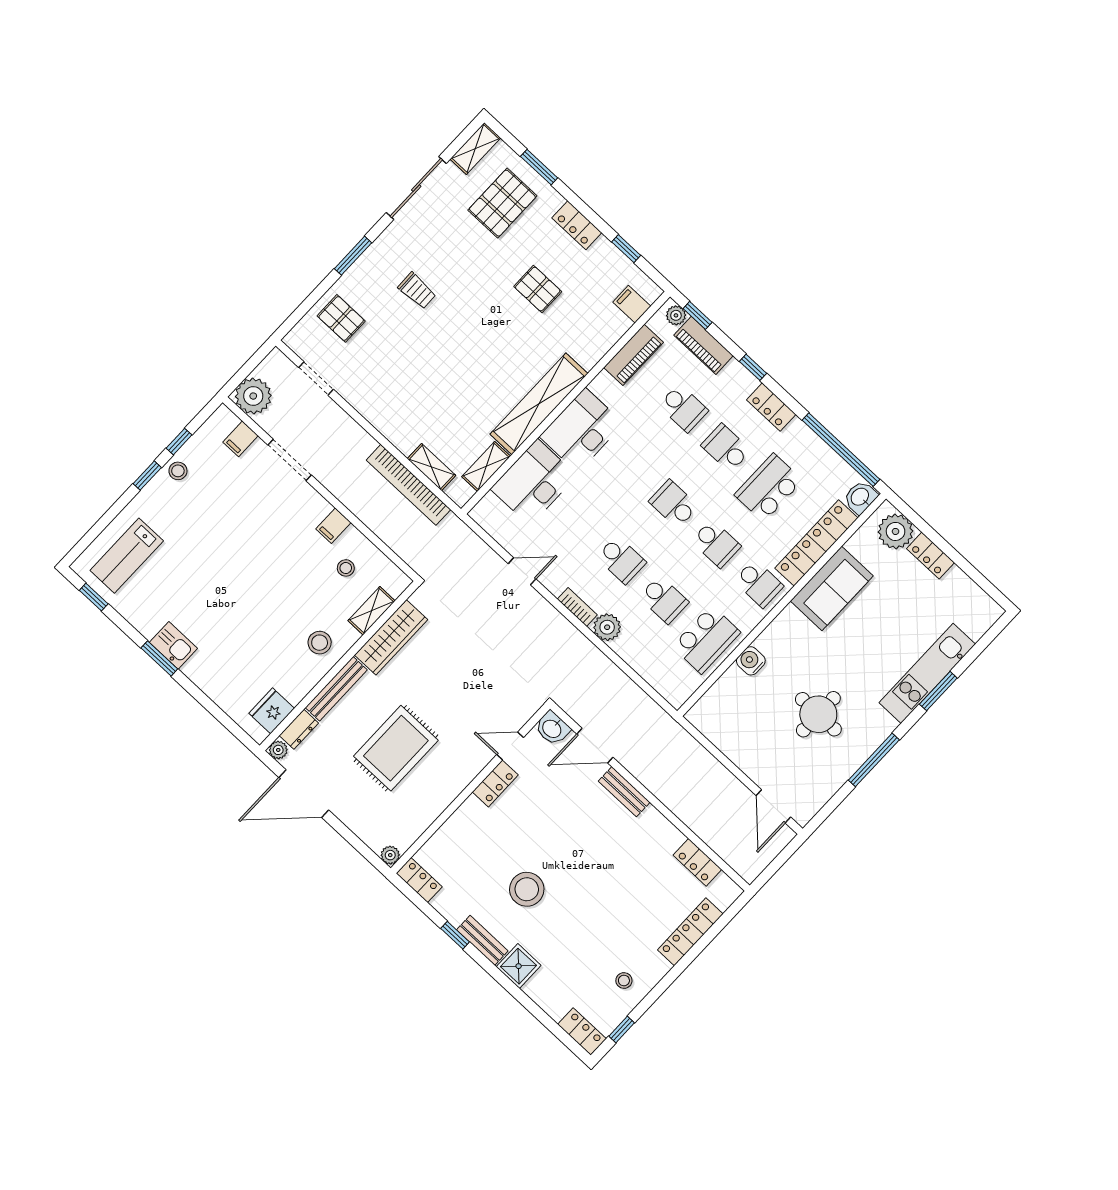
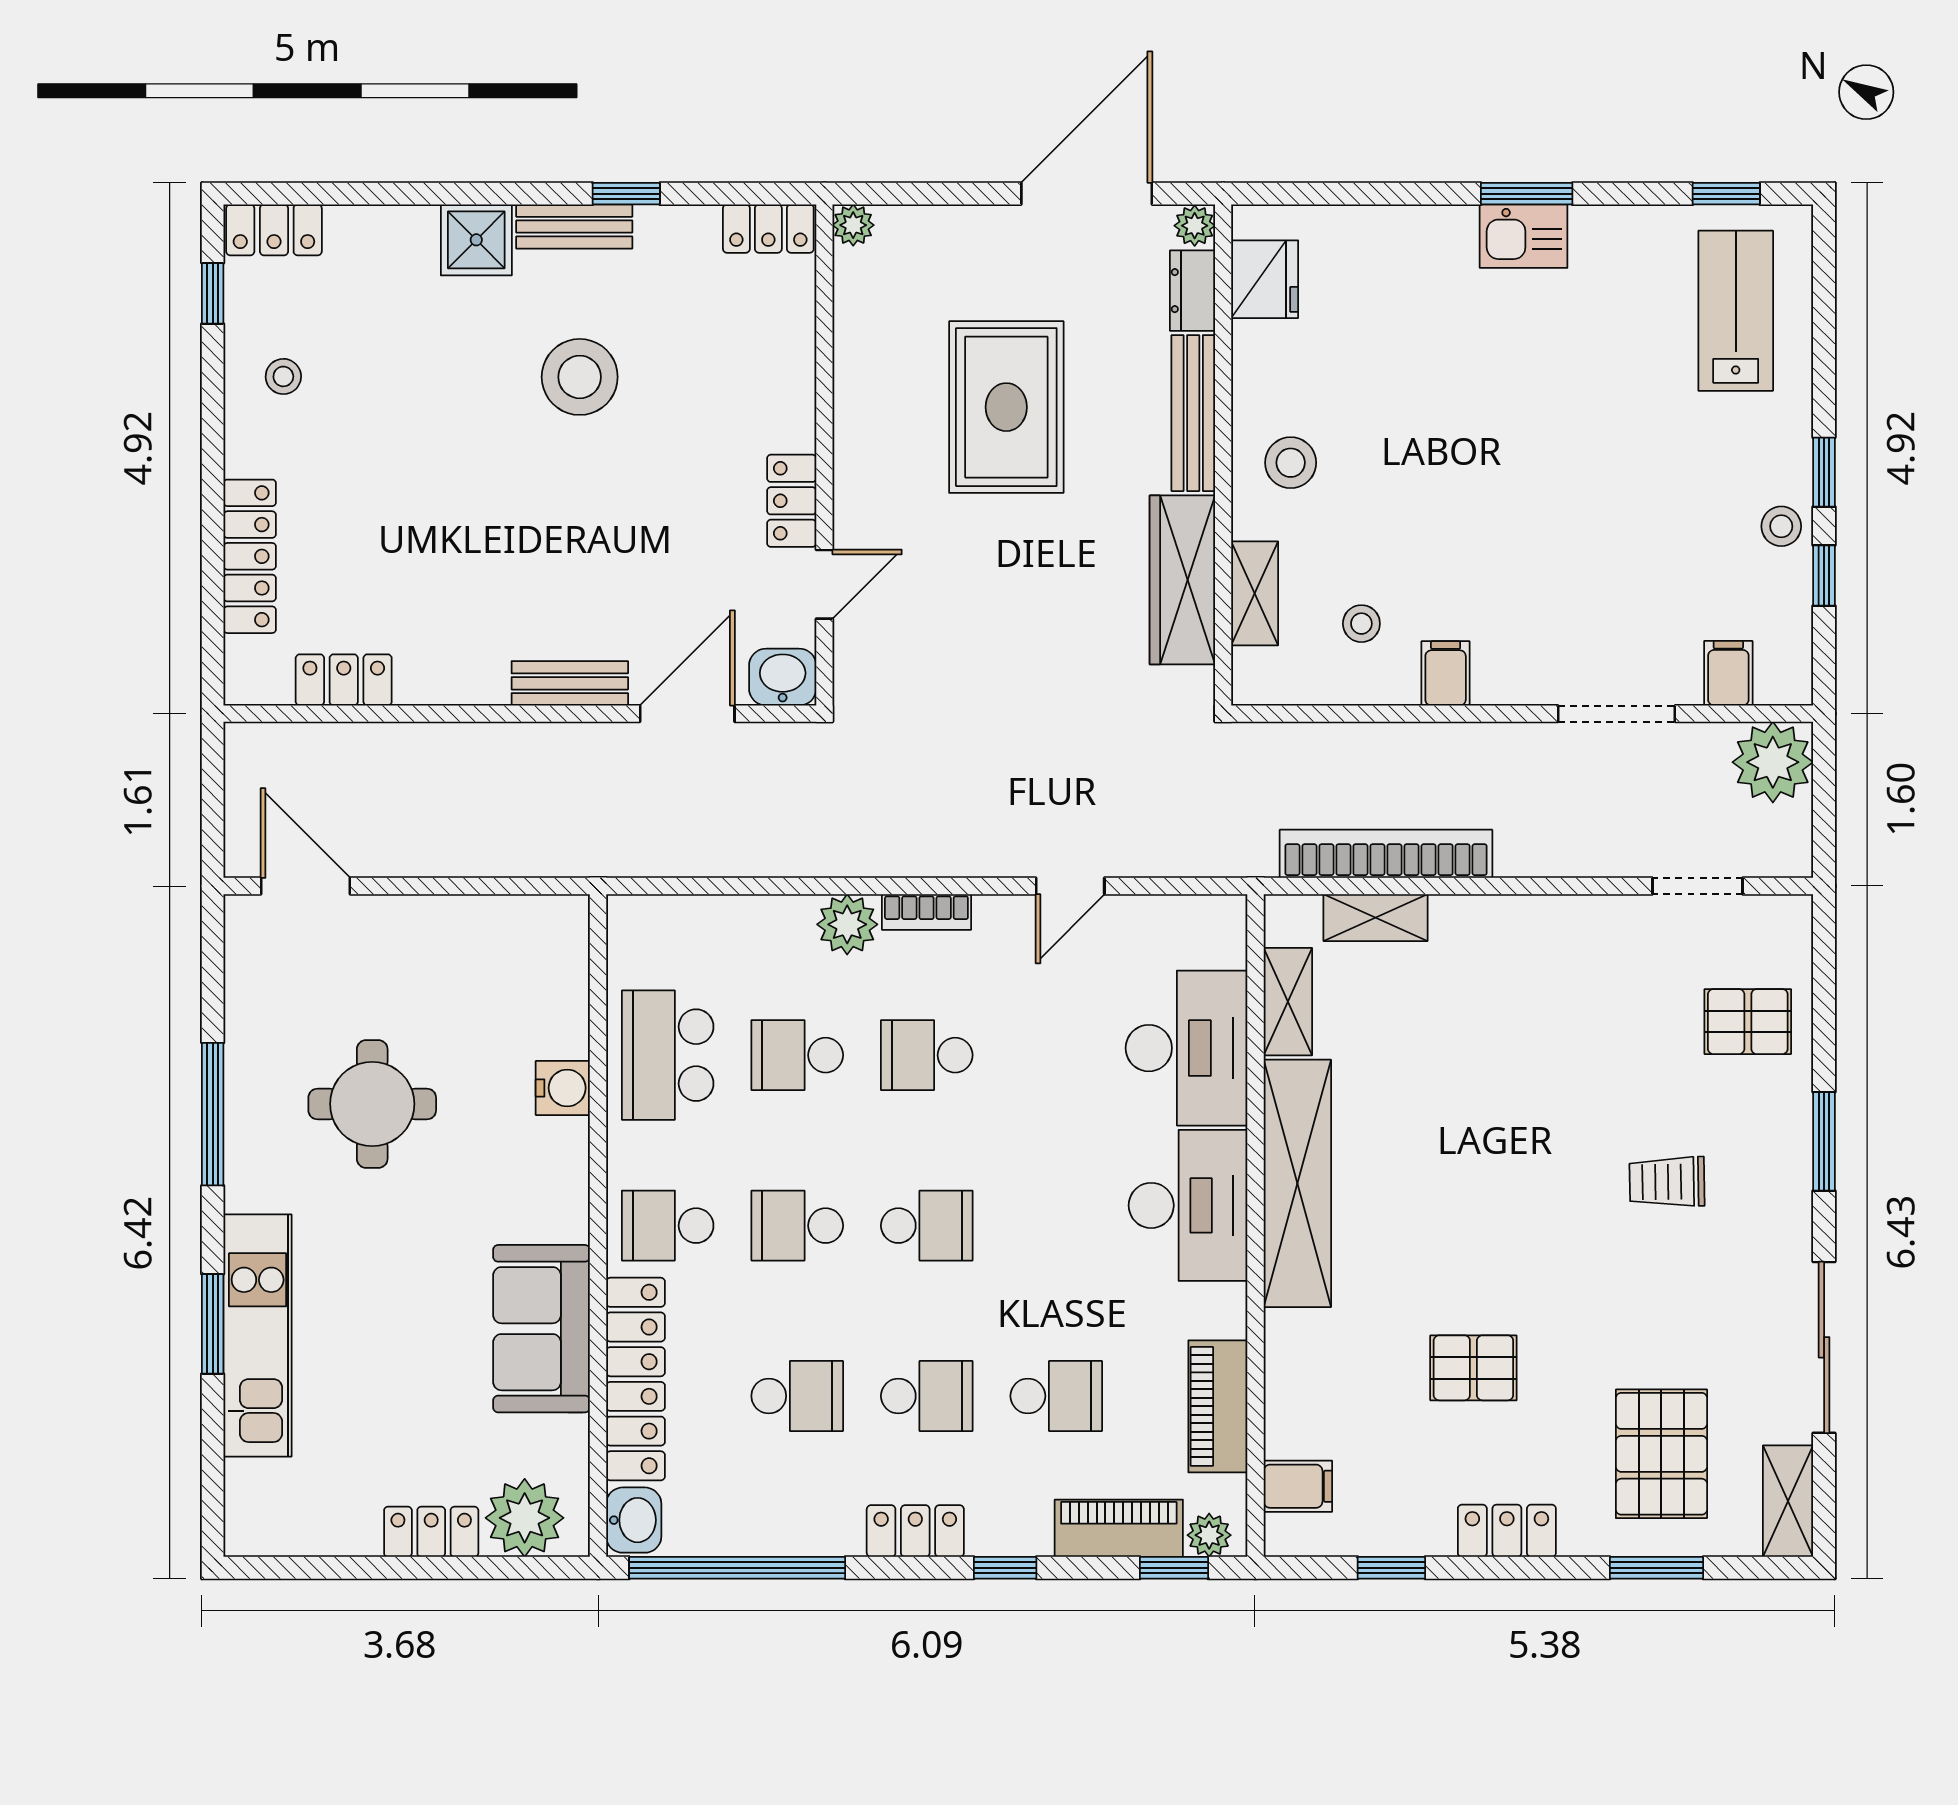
school desk: (683, 408) -> (1056, 1396), turned 180
school desk: (769, 488) -> (797, 1396), width x0.54

